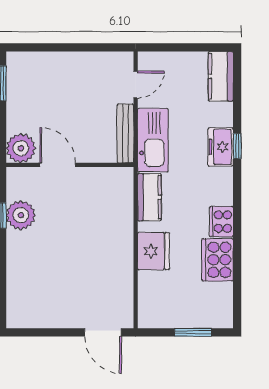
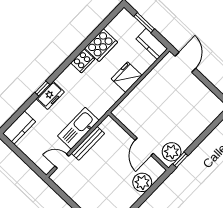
door: (58, 165) -> (144, 147), moved
wall: (70, 165) -> (138, 141), moved
kitchen counter: (149, 197) -> (152, 44), moved, turned -90

